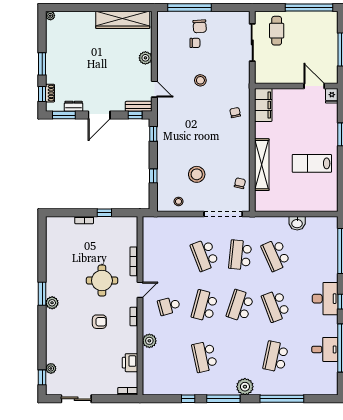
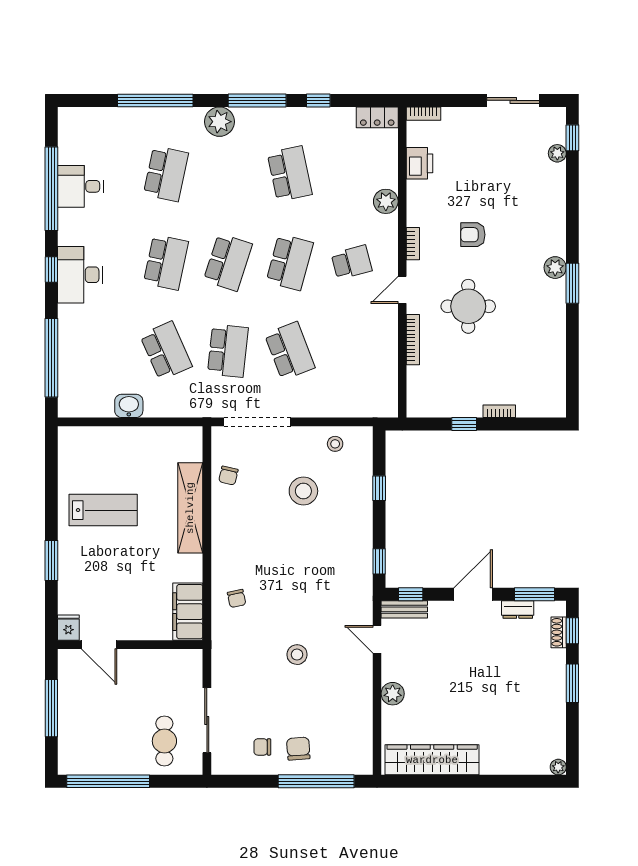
chair: (195, 43) -> (262, 747), moved
school desk: (276, 306) -> (166, 262), turned 33
locker: (154, 389) -> (377, 117), added

